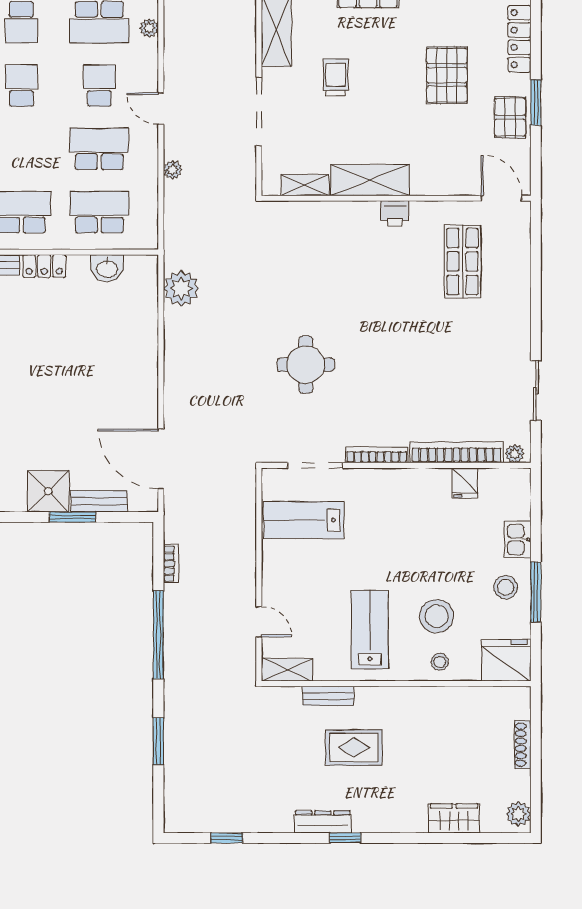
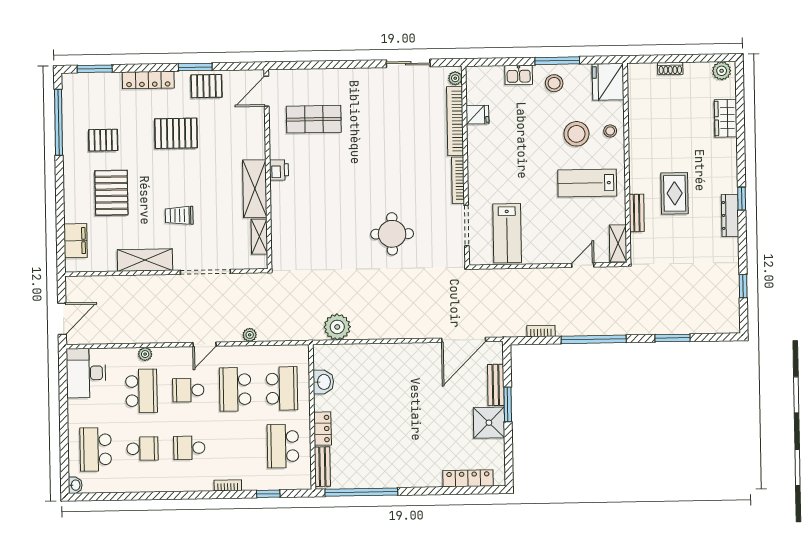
school desk: (99, 212) -> (282, 388), turned 180
shoe rack: (523, 745) -> (670, 68), width x0.70

